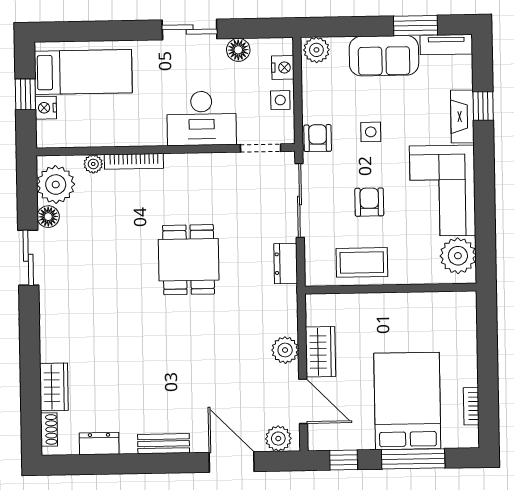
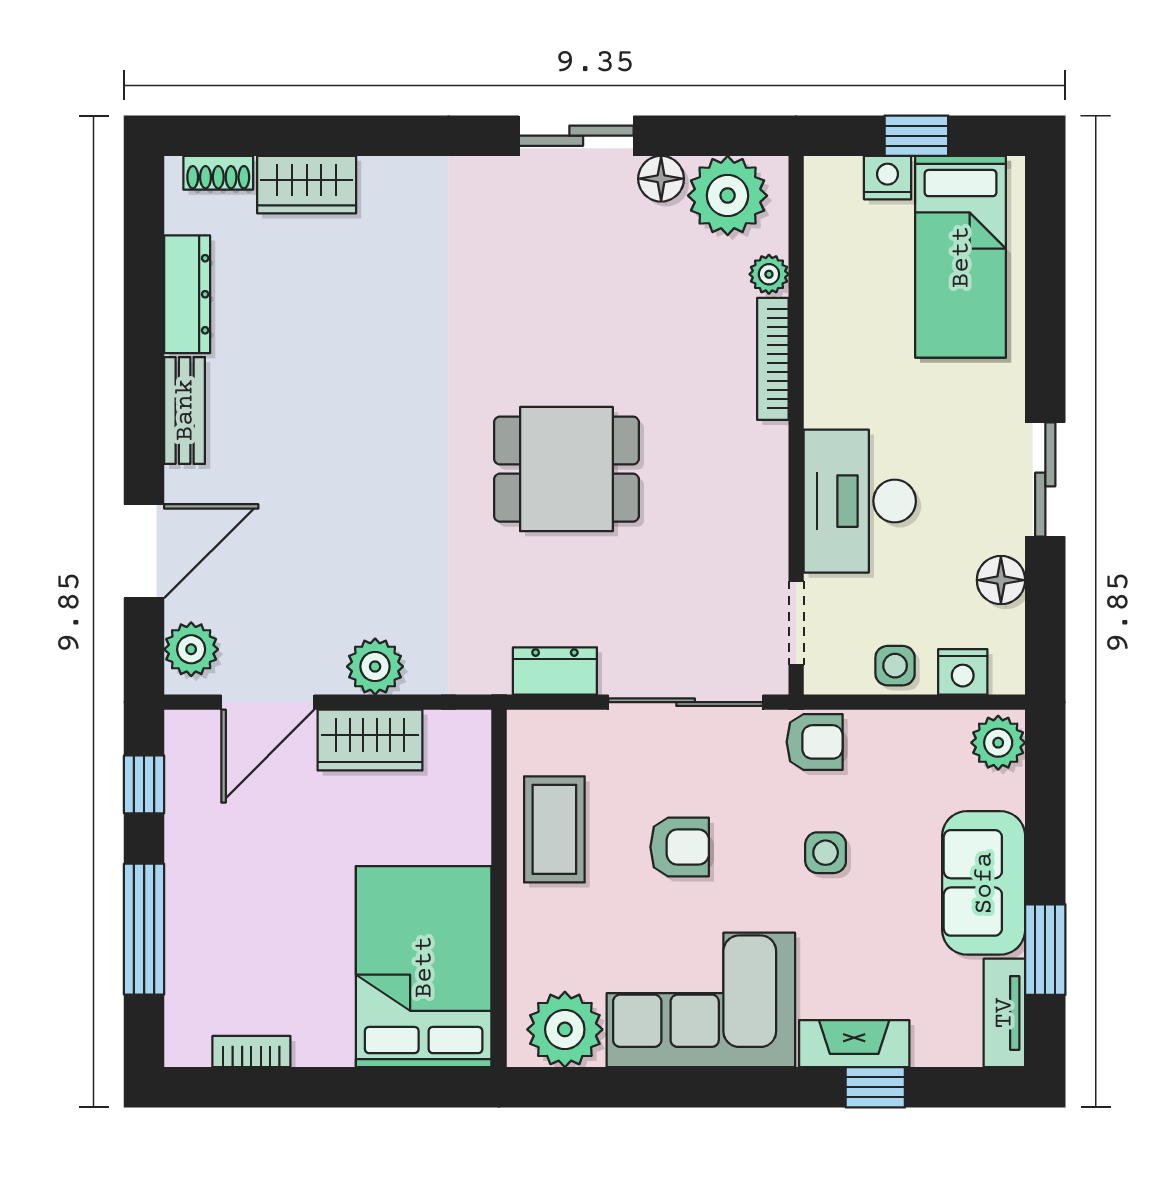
bed: (407, 401) -> (424, 967), moved, turned -90
dresser: (99, 444) -> (187, 294), width x1.44

